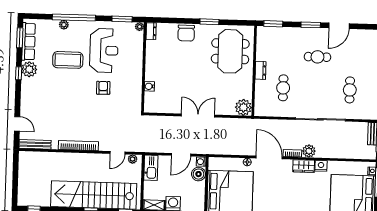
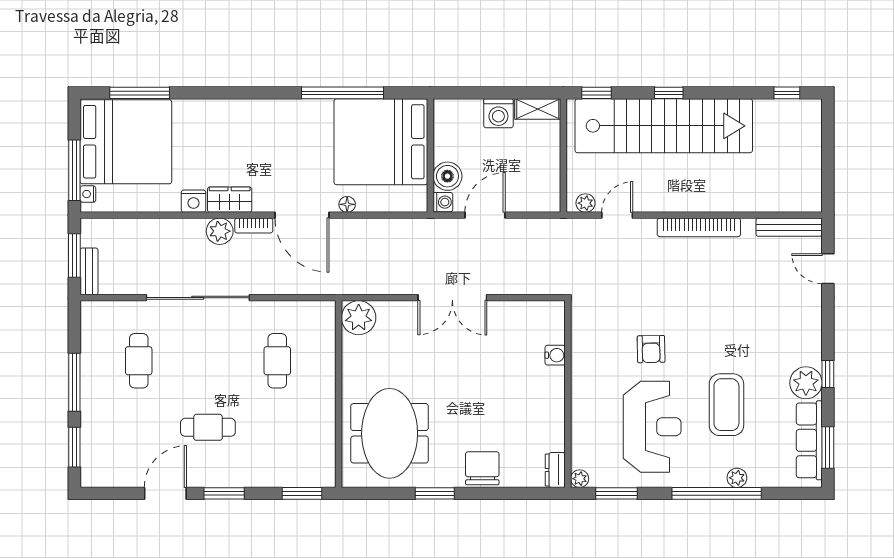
reception desk: (104, 50) -> (652, 427), turned 180
coffee table: (68, 60) -> (726, 405), turned 90
dresser: (261, 70) -> (325, 396), removed
kitchen sink: (151, 168) -> (547, 186), removed

